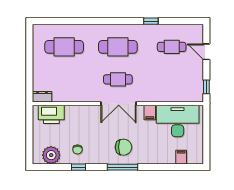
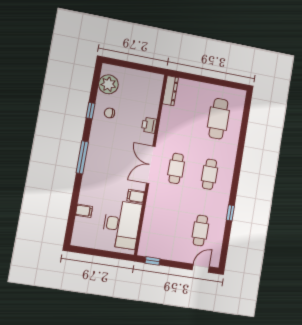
cafe table: (118, 47) -> (209, 174), width x0.73, depth x0.74
door: (206, 52) -> (201, 268), moved
dresser: (42, 97) -> (170, 91), width x1.44
printer: (51, 114) -> (149, 125), moved, width x0.53, depth x0.68
chair: (124, 147) -> (104, 162), removed
filing cabinet: (181, 157) -> (84, 211), moved

